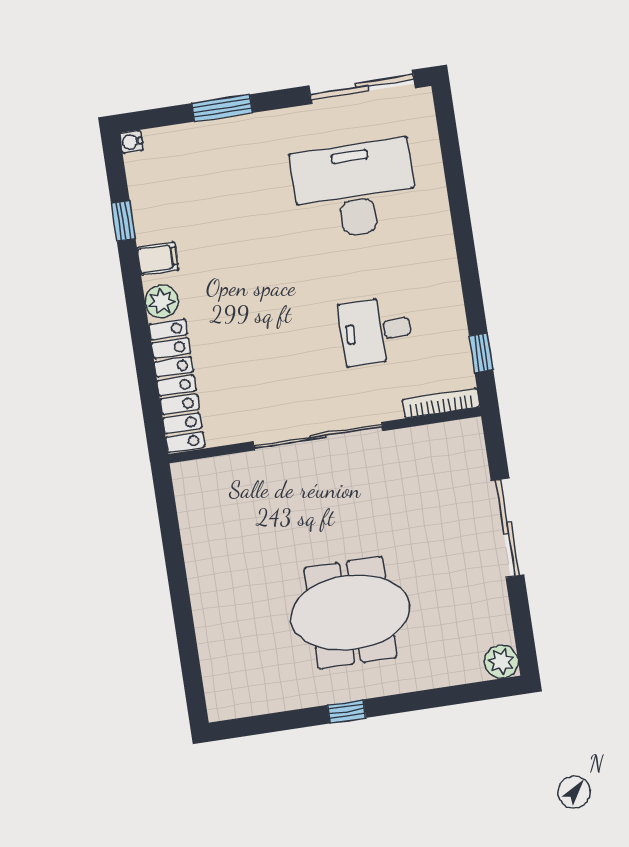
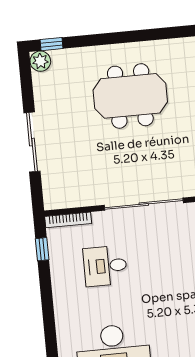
desk: (376, 331) -> (105, 266), turned 180
window: (347, 711) -> (52, 44), moved

